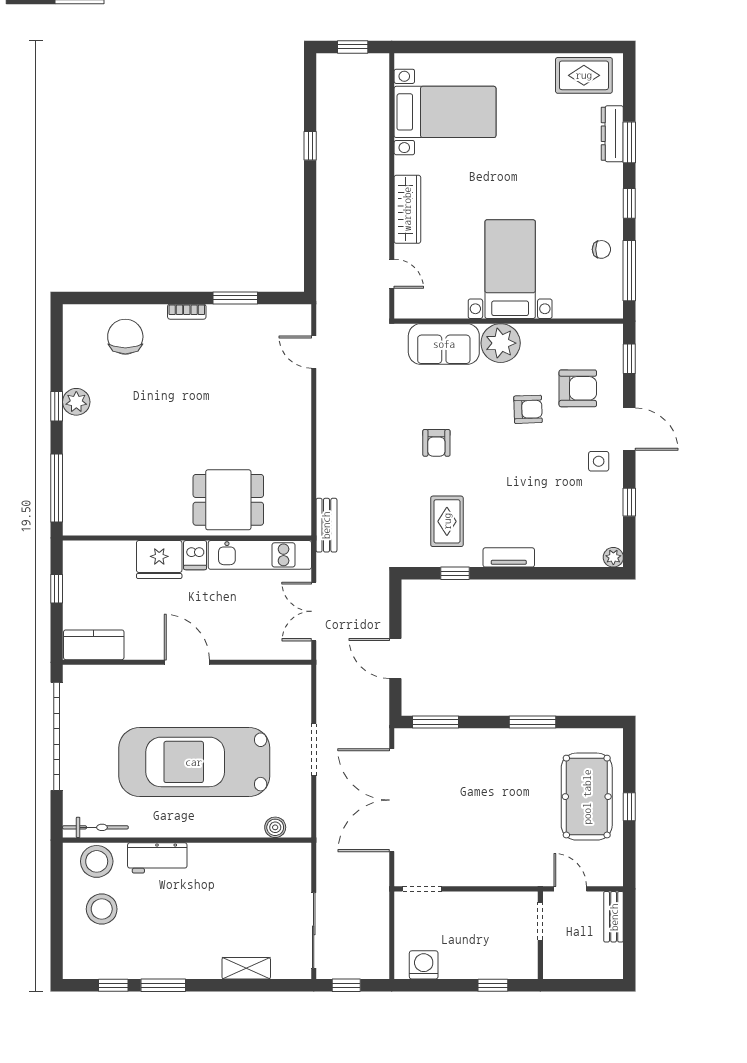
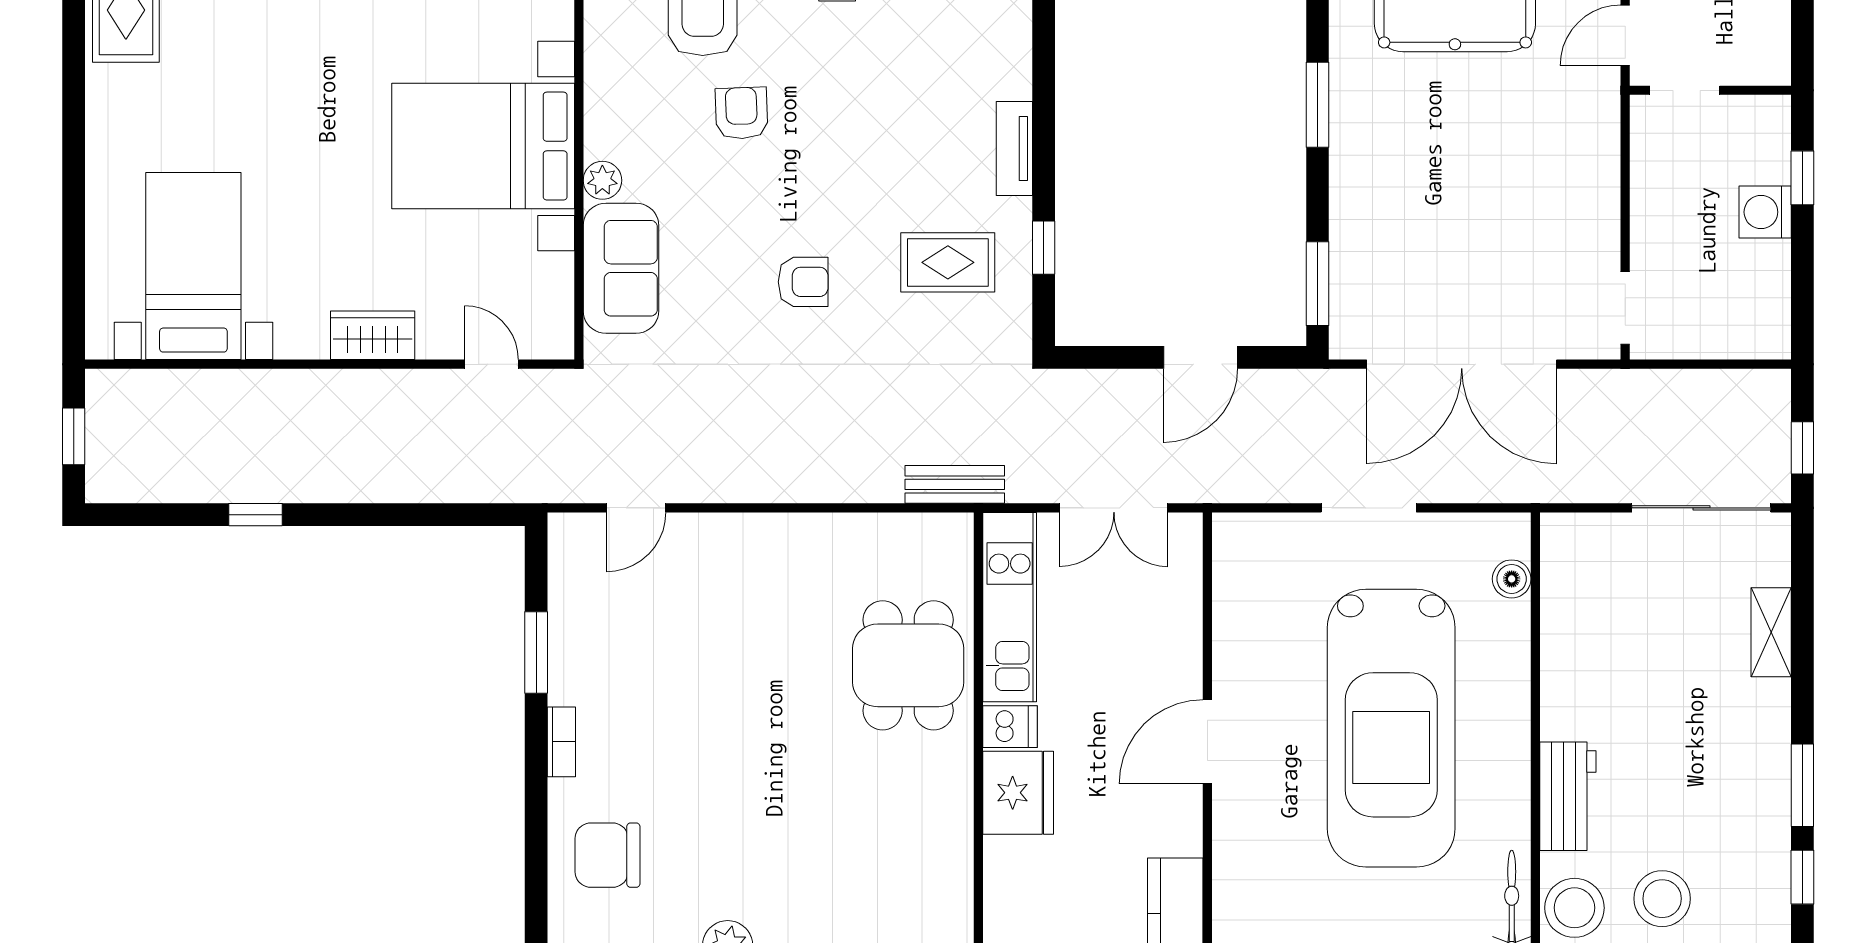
wardrobe: (407, 209) -> (373, 335), width x0.67
bed with nightstands: (510, 269) -> (483, 146), width x1.36
door: (392, 274) -> (491, 364), hinge flipped
plant: (501, 343) -> (602, 180), width x0.53, depth x0.53
washing machine: (424, 965) -> (1765, 212), moved

